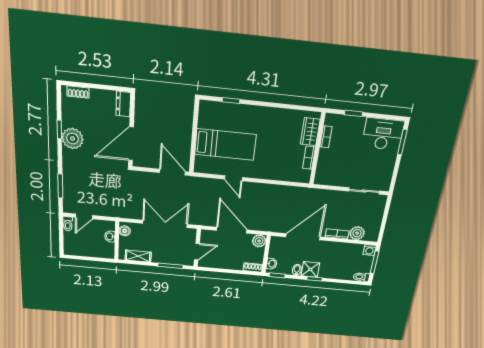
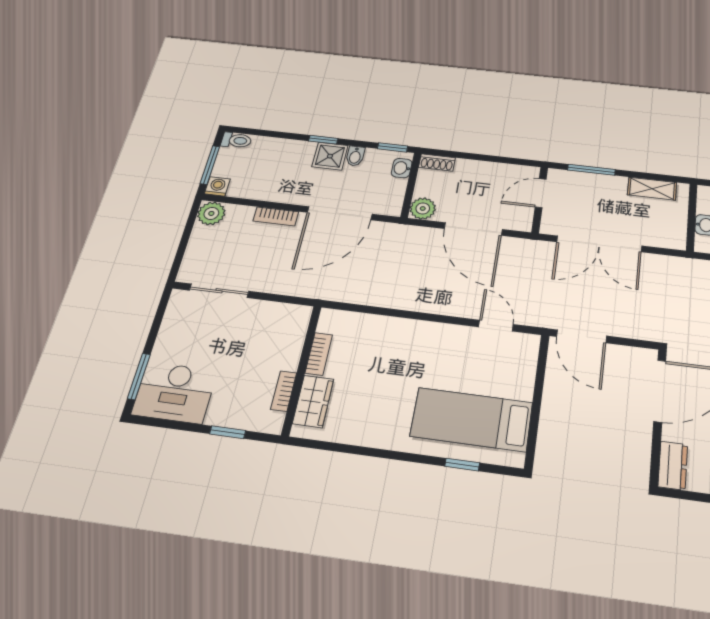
bed: (225, 144) -> (472, 419), moved
door: (234, 178) -> (496, 326), moved
boiler: (125, 231) -> (676, 234), removed
plant: (357, 233) -> (211, 213), moved

